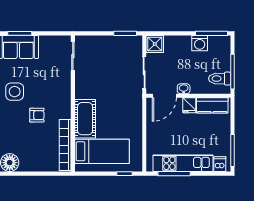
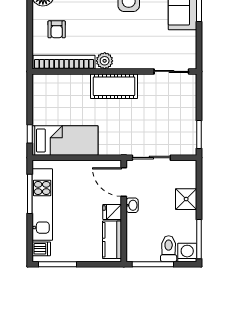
washing machine: (200, 43) -> (187, 253), moved, turned 90
shower: (155, 44) -> (186, 199), moved
toilet: (220, 79) -> (169, 249), moved
plant: (64, 112) -> (105, 61), added
armchair: (37, 115) -> (57, 29), moved
cot: (85, 119) -> (114, 86), moved
bed: (102, 151) -> (65, 141), moved, turned -90

